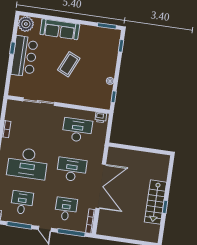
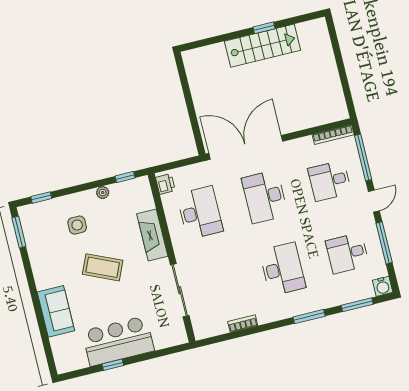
plant: (26, 24) -> (67, 359), removed
sofa: (60, 29) -> (56, 311), width x0.73
side table: (98, 60) -> (77, 225), added
fireplace: (75, 99) -> (152, 235), added
desk: (77, 130) -> (200, 213), turned 180
desk: (28, 163) -> (283, 269), width x0.73, depth x0.77
double door: (101, 186) -> (246, 147), moved

